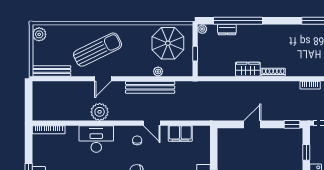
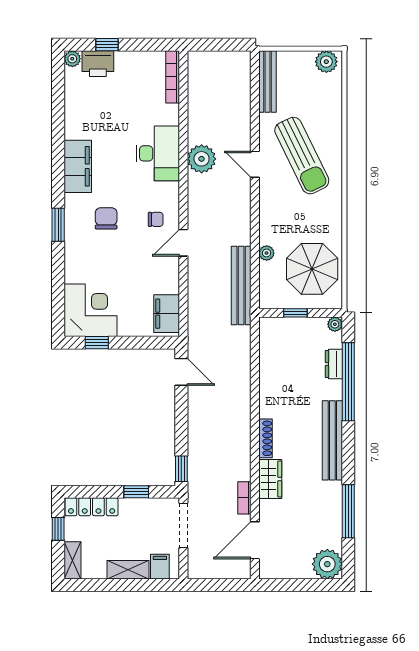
bench: (274, 31) -> (332, 440), added
wardrobe: (248, 69) -> (270, 479), moved
bench: (150, 87) -> (241, 285), moved
door: (252, 124) -> (181, 372), moved
filing cabinet: (180, 134) -> (167, 314), moved

